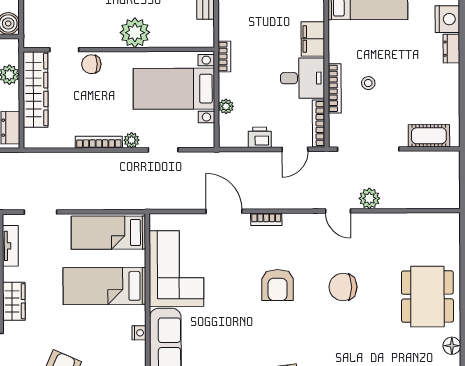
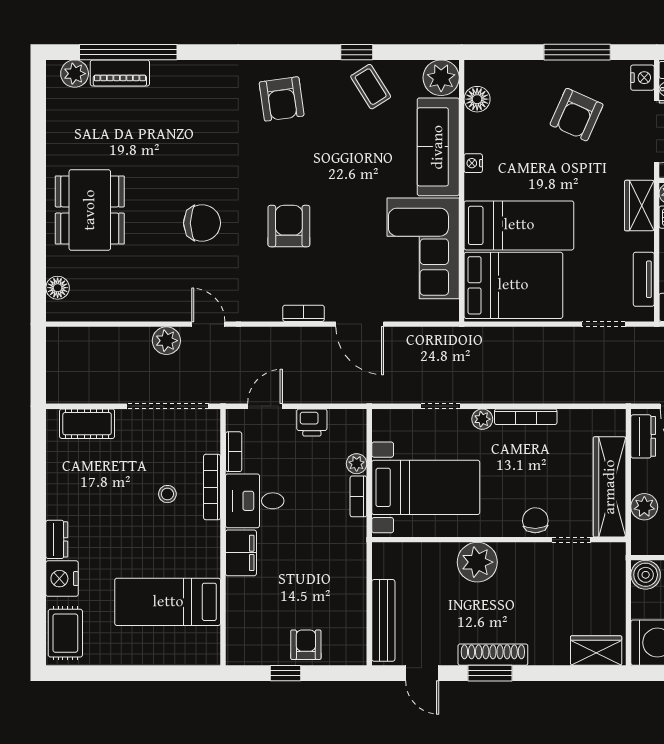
bookcase: (224, 56) -> (358, 496), moved
chair: (91, 64) -> (535, 520), turned -92
bookcase: (319, 124) -> (234, 452), width x0.64
bed: (108, 233) -> (513, 285), width x1.50
floor lamp: (452, 346) -> (58, 288), moved

